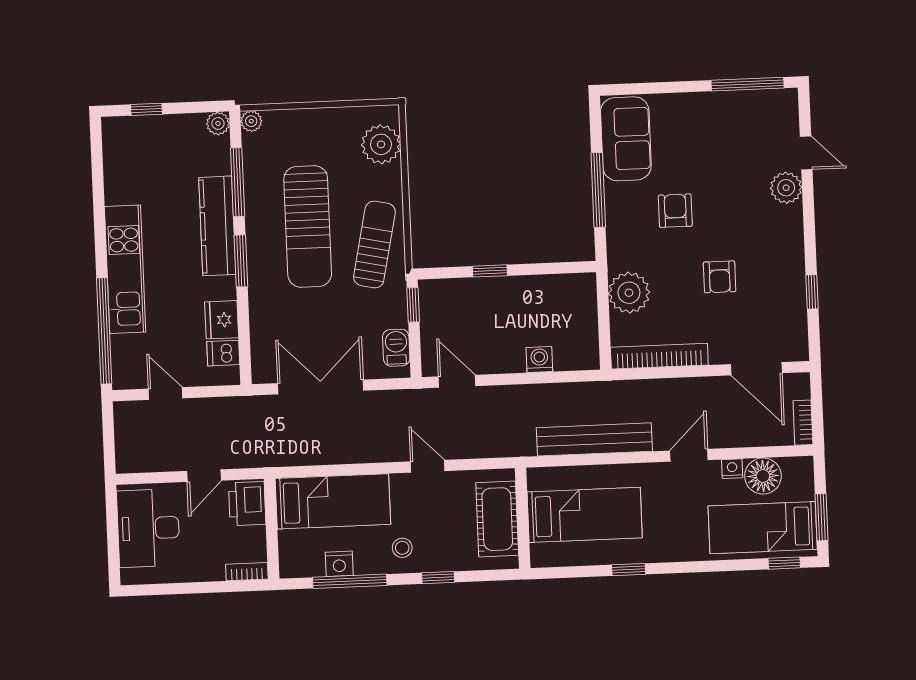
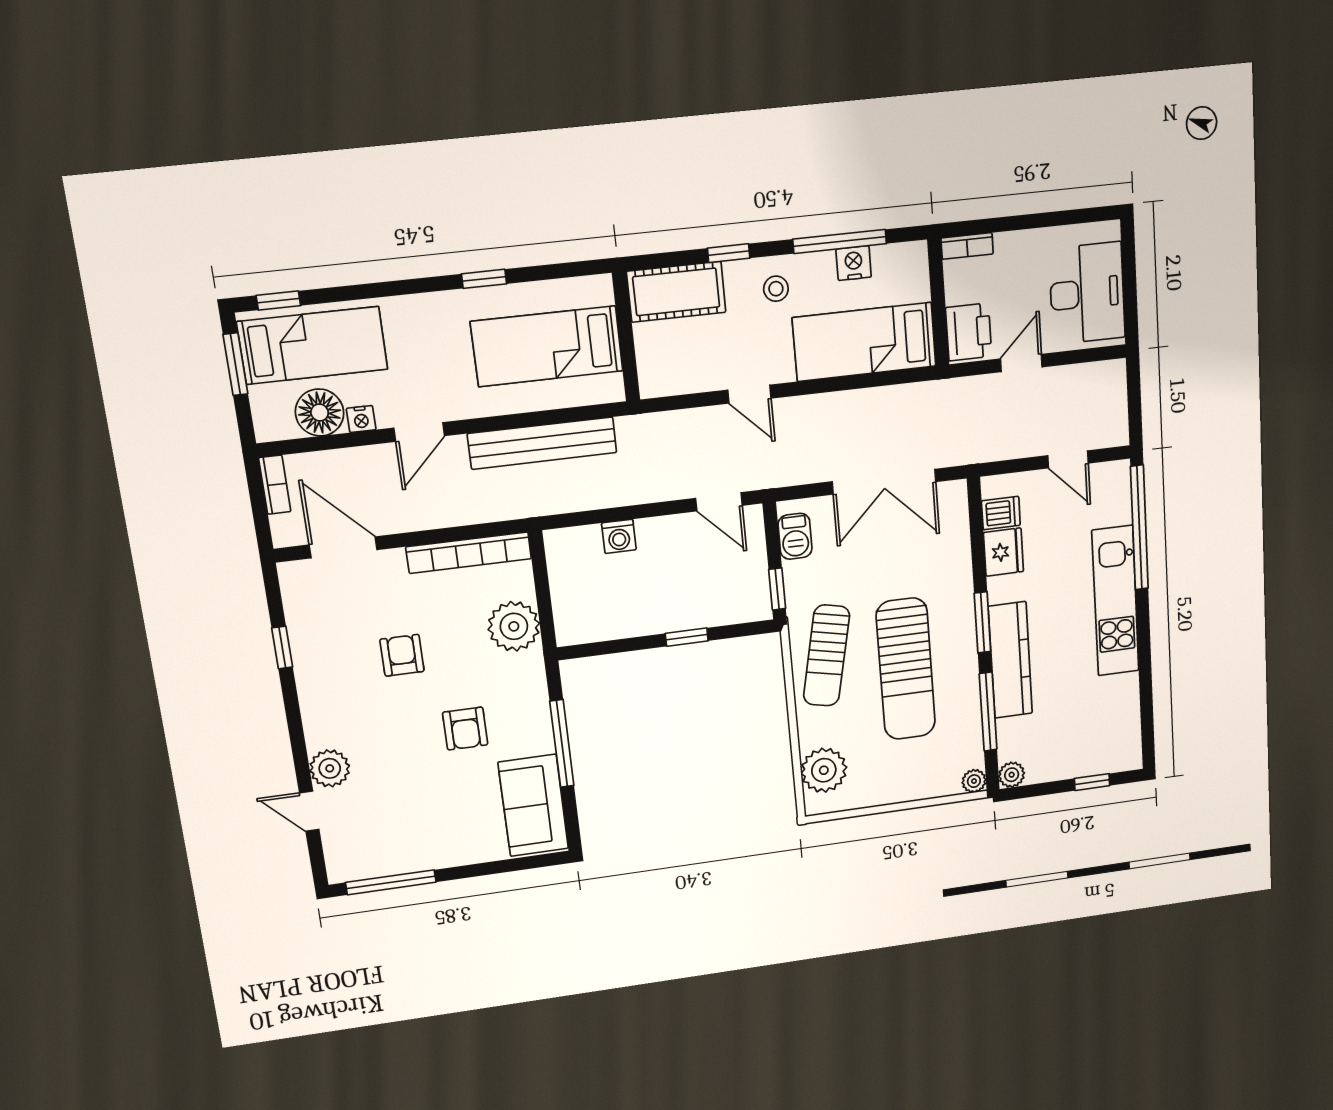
sun lounger: (308, 226) -> (906, 669), turned 180
cot: (497, 519) -> (676, 292), moved, turned 90

